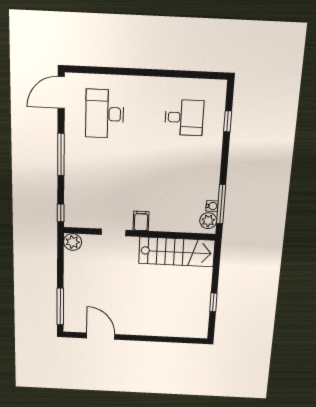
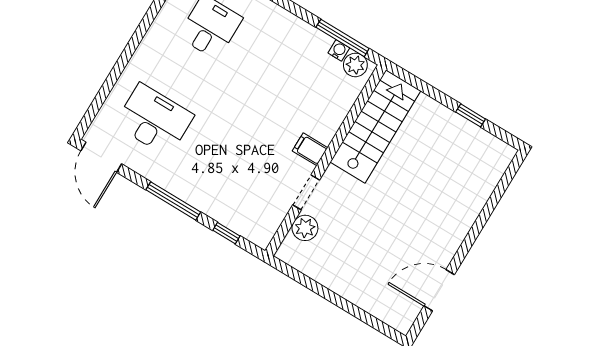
desk: (105, 114) -> (154, 120), turned 180
window: (61, 213) -> (226, 233), moved
plant: (73, 242) -> (305, 228), moved
window: (60, 307) -> (369, 319), removed

